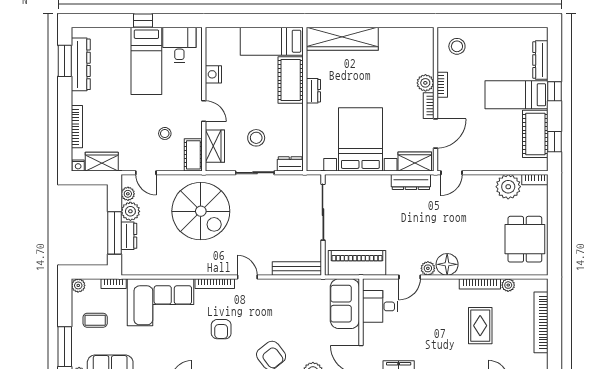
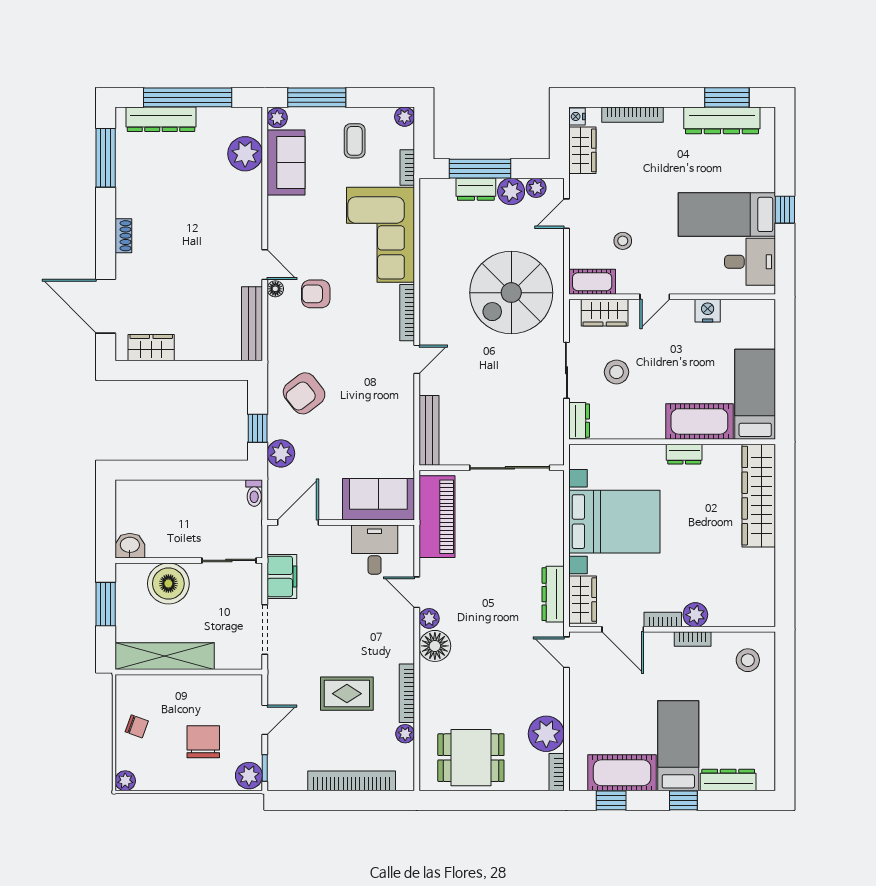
armchair: (221, 329) -> (316, 294), moved

